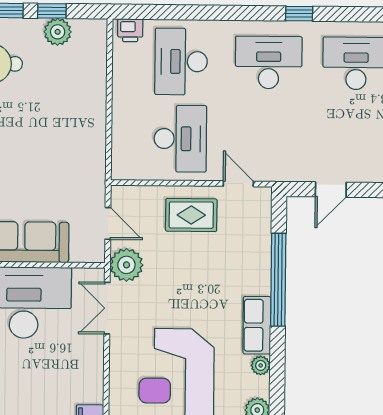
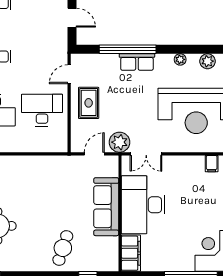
row of seats: (257, 325) -> (137, 62), moved

